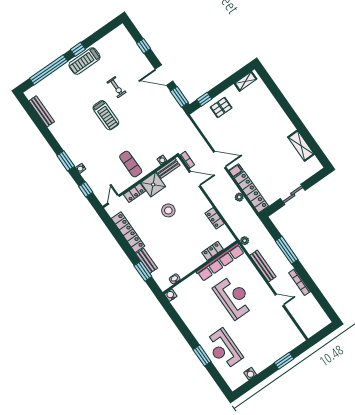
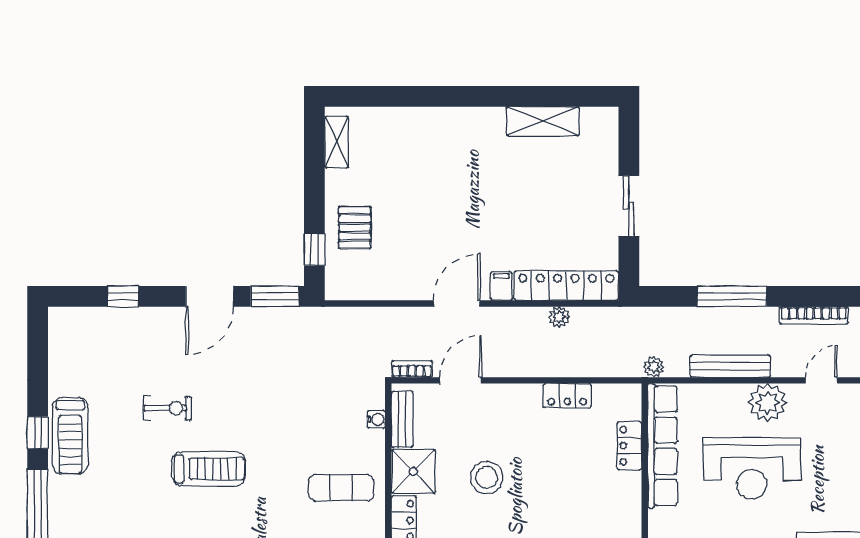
plant: (259, 287) -> (768, 403), added
reception desk: (234, 297) -> (752, 468), turned 180

